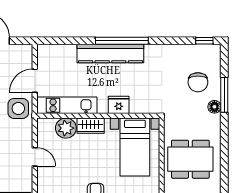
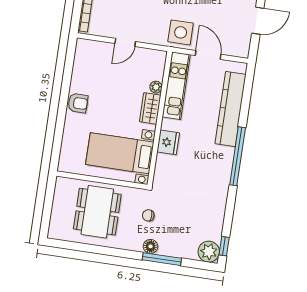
kitchen counter: (110, 53) -> (230, 109), moved
plant: (211, 54) -> (209, 252), added
chair: (198, 82) -> (148, 215), moved, width x0.54, depth x0.54
plant: (66, 128) -> (156, 87), width x0.53, depth x0.53

